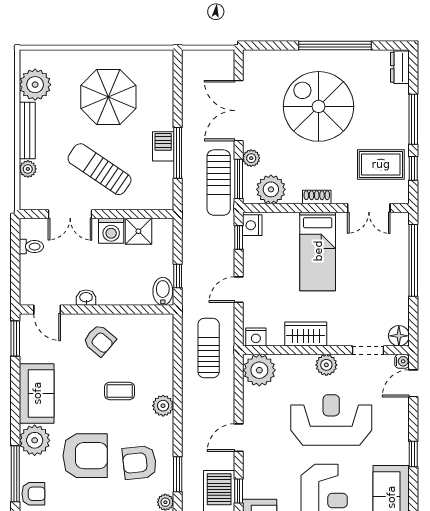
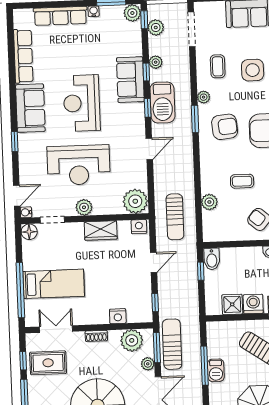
nightstand: (252, 225) -> (118, 316), moved, turned 90
bed: (318, 251) -> (54, 284), moved, turned 90
plant: (163, 406) -> (209, 202), moved

